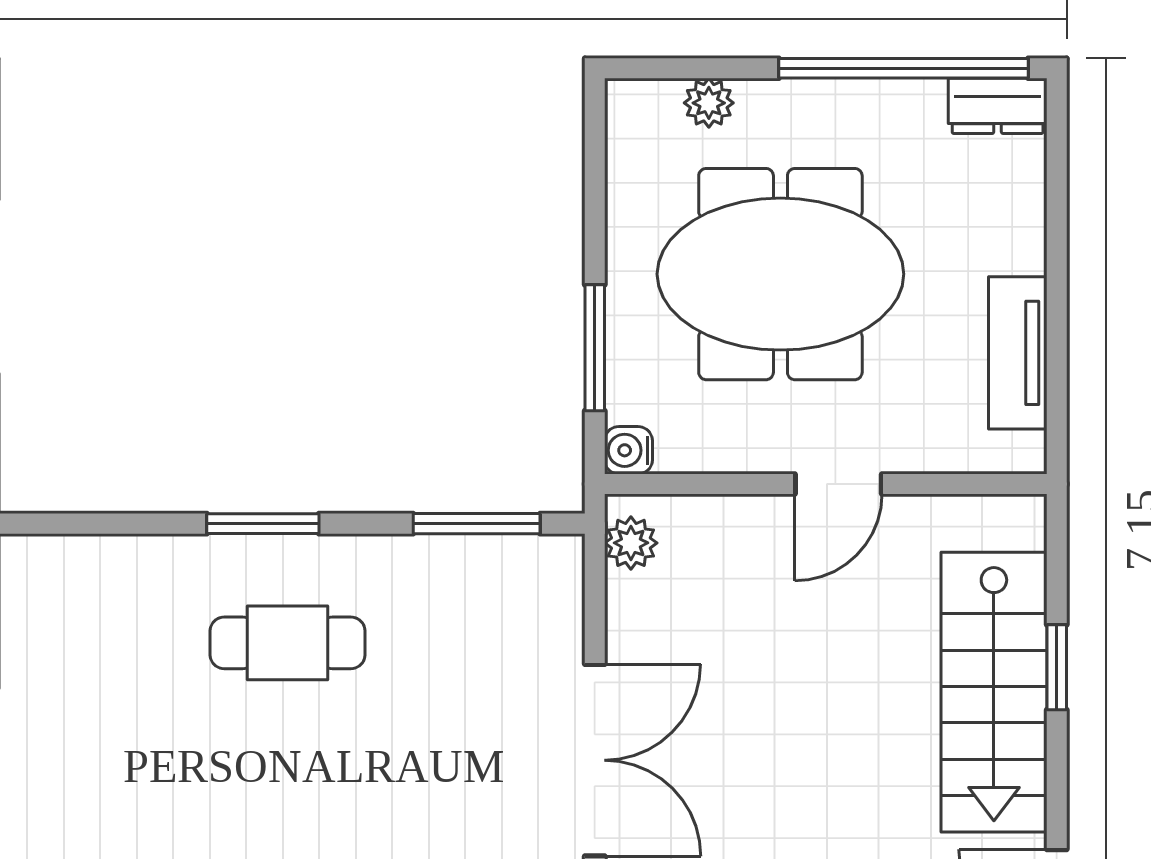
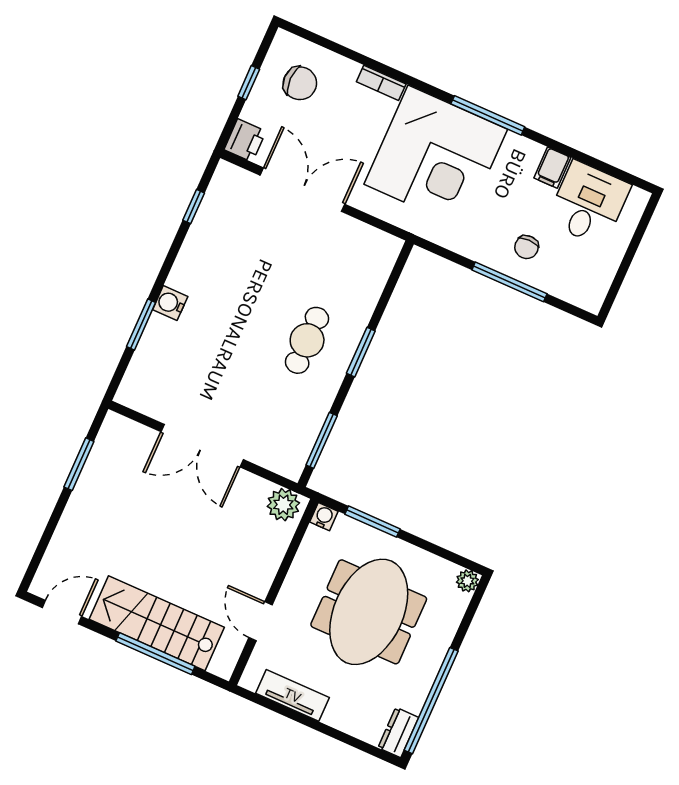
plant: (709, 103) -> (467, 581), moved
door: (838, 484) -> (261, 621), moved
plant: (631, 543) -> (283, 505), width x1.38, depth x1.38
window: (1057, 667) -> (155, 654), width x2.17

